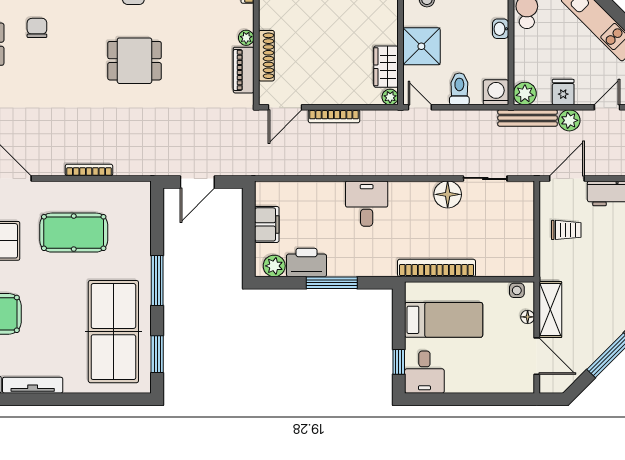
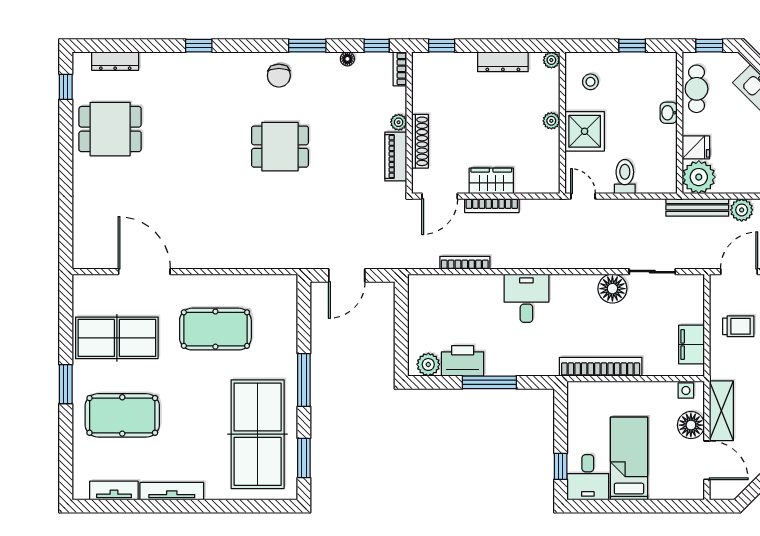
chair: (37, 28) -> (176, 112), removed
wardrobe: (386, 67) -> (491, 181), moved, turned 90
washing machine: (496, 92) -> (664, 180), removed
fridge: (563, 92) -> (696, 147), moved, turned 90
plant: (525, 94) -> (699, 177), width x1.36, depth x1.36
plant: (390, 97) -> (551, 121), moved
bookcase: (89, 170) -> (465, 263), moved
filing cabinet: (267, 224) -> (692, 345), moved, turned 180
floor lamp: (528, 317) -> (691, 425), width x1.89, depth x1.89
bed: (444, 320) -> (629, 458), moved, turned -90

